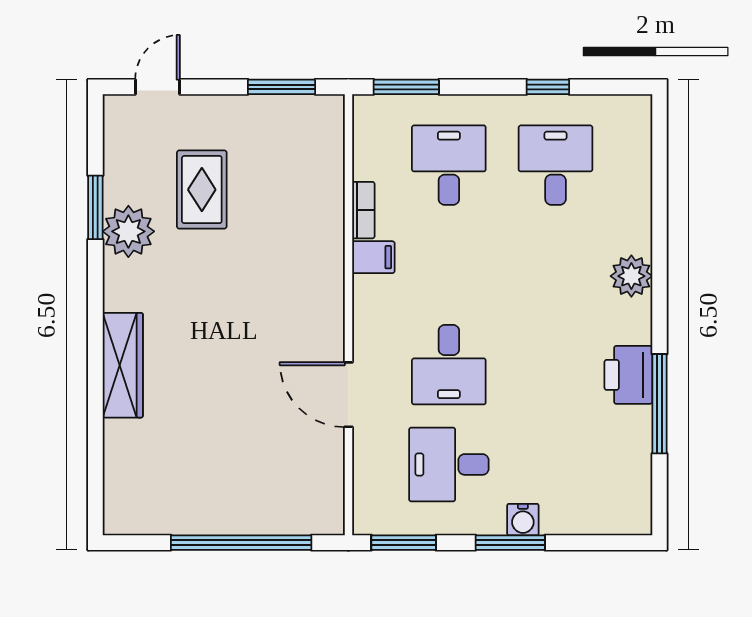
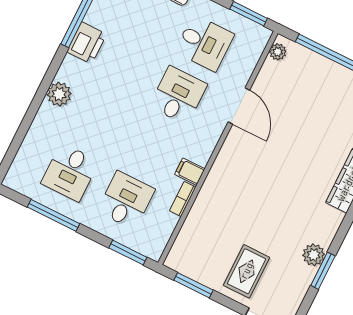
window: (548, 87) -> (53, 215), width x2.17
desk: (449, 165) -> (126, 200), turned 180
rug: (202, 190) -> (247, 271), moved
plant: (128, 231) -> (314, 255), width x0.73, depth x0.73
plant: (330, 507) -> (278, 52), added

